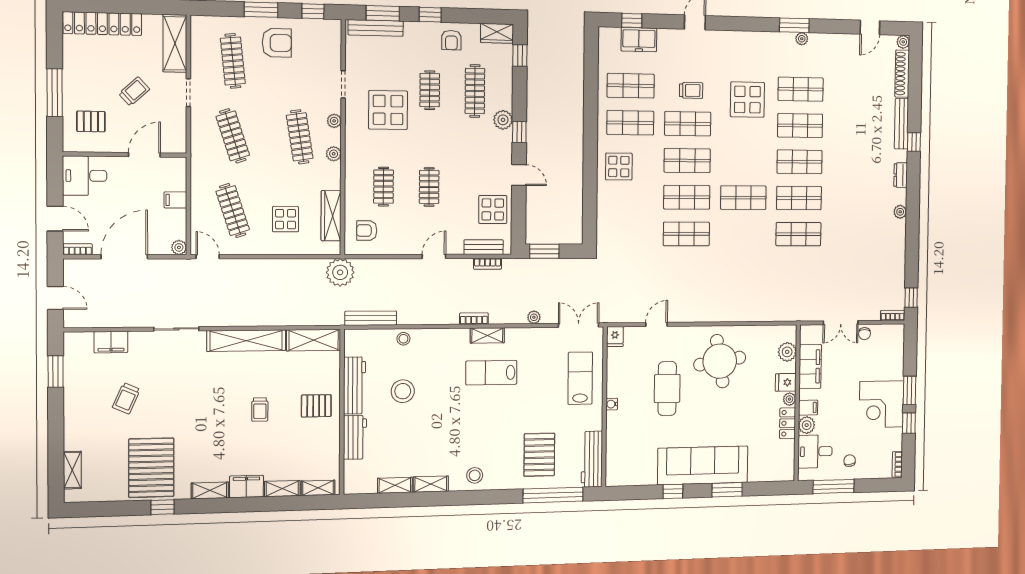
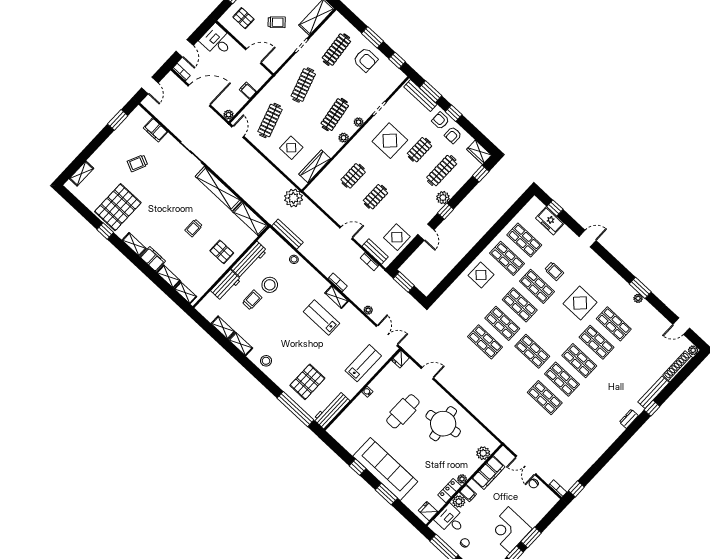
plant: (900, 212) -> (611, 438), removed
armchair: (367, 231) -> (440, 121), moved
fridge: (786, 382) -> (428, 511), moved
trolley: (399, 426) -> (252, 300), added

